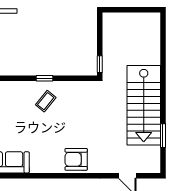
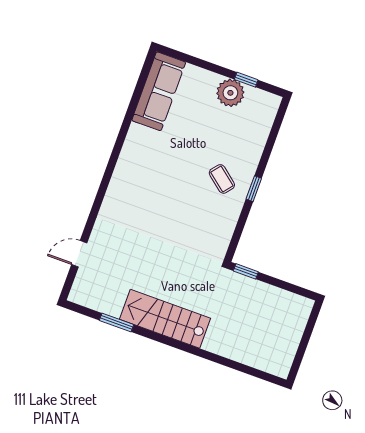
stairs: (144, 105) -> (165, 319), width x0.73, depth x0.66
armchair: (76, 159) -> (127, 192), removed

